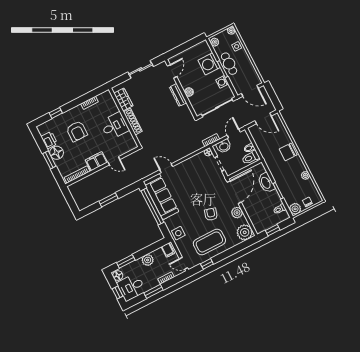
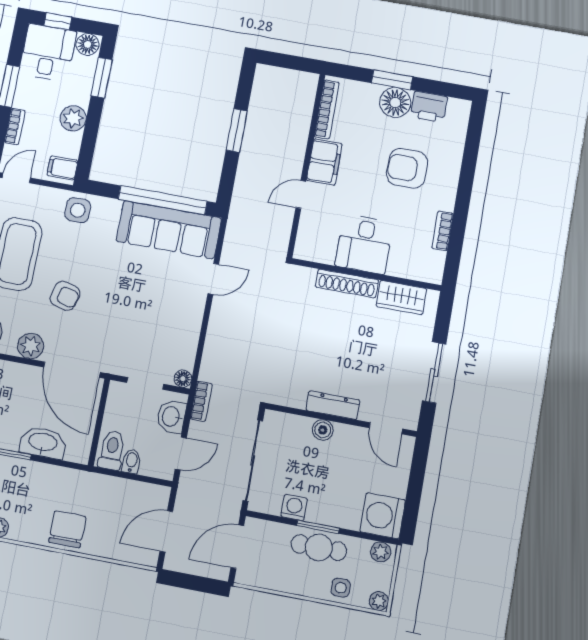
washing machine: (209, 64) -> (383, 516), moved, turned -90
window: (56, 113) -> (470, 156), removed
door: (234, 134) -> (181, 453), hinge flipped

